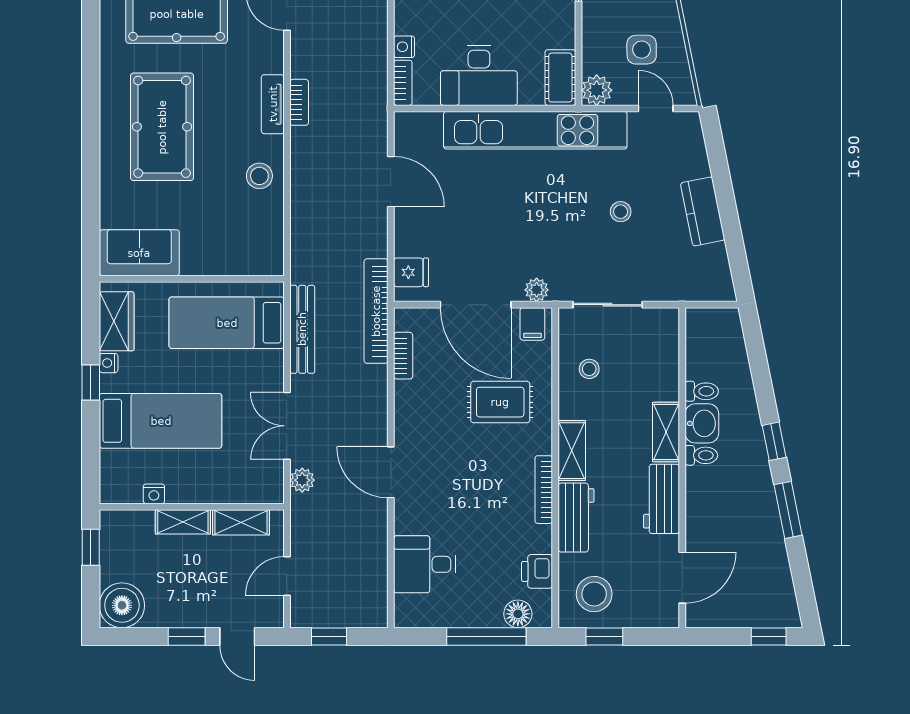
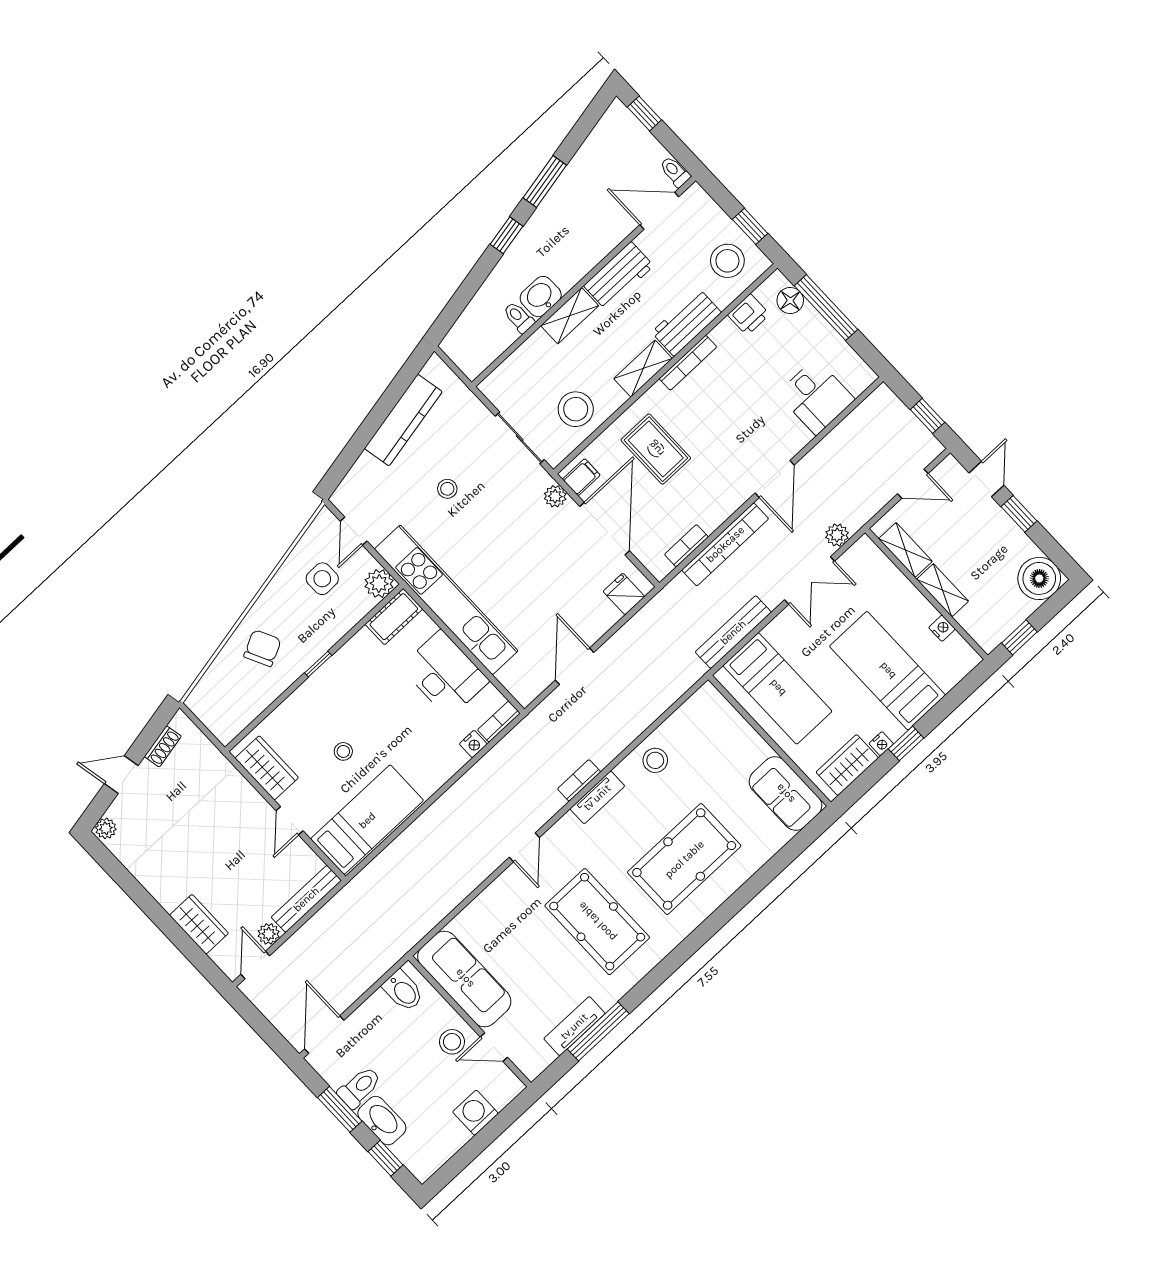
kitchen counter: (703, 211) -> (403, 420), width x1.50
bookcase: (376, 311) -> (725, 544), moved
stool: (589, 369) -> (576, 409), width x1.89, depth x1.89
toilet: (701, 455) -> (675, 172), moved

